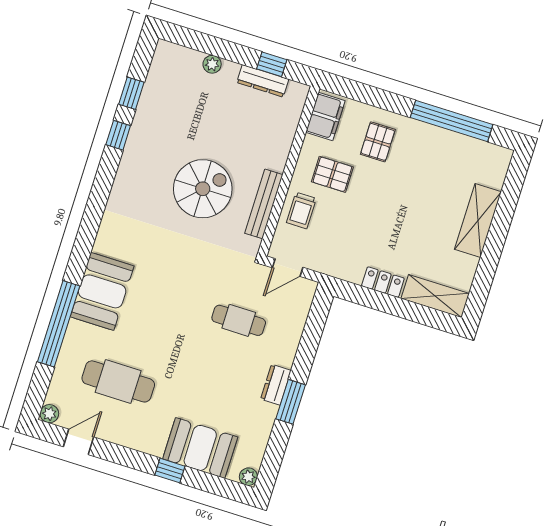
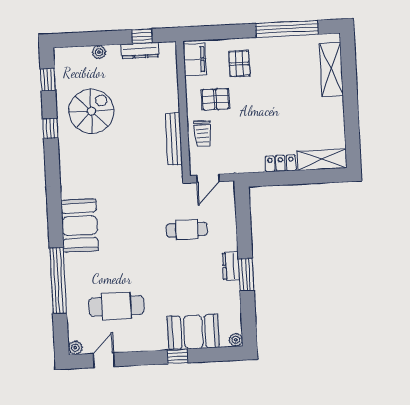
window: (131, 93) -> (48, 80), moved
spiral stairs: (203, 189) -> (91, 111), moved
shelving: (478, 221) -> (331, 70), moved
booth: (102, 291) -> (80, 226), moved

